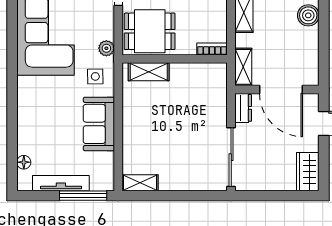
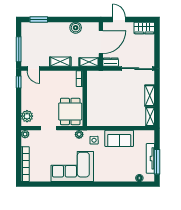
boiler: (308, 15) -> (76, 28), moved
shelving: (149, 72) -> (150, 96), moved
window: (83, 196) -> (157, 162), moved

